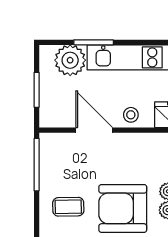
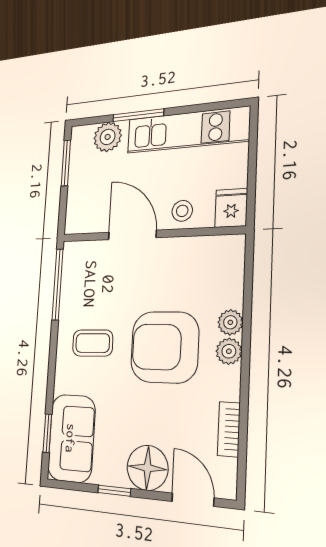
plant: (70, 60) -> (108, 137), width x0.73, depth x0.73
window: (37, 90) -> (66, 163), moved

